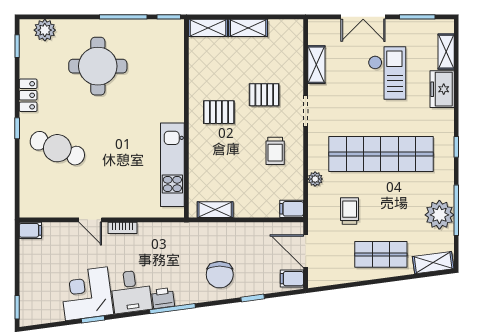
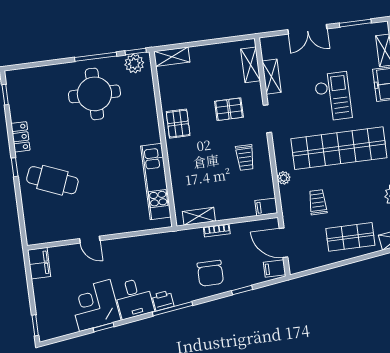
shelving: (248, 28) -> (251, 65), moved, turned 90
plant: (45, 30) -> (134, 64), moved
round table: (98, 66) -> (94, 94), moved
checkout: (387, 73) -> (333, 97), moved
pallet: (219, 112) -> (178, 124), moved, turned 90
bookcase: (123, 228) -> (217, 230), moved
filing cabinet: (30, 230) -> (39, 263), width x2.00

